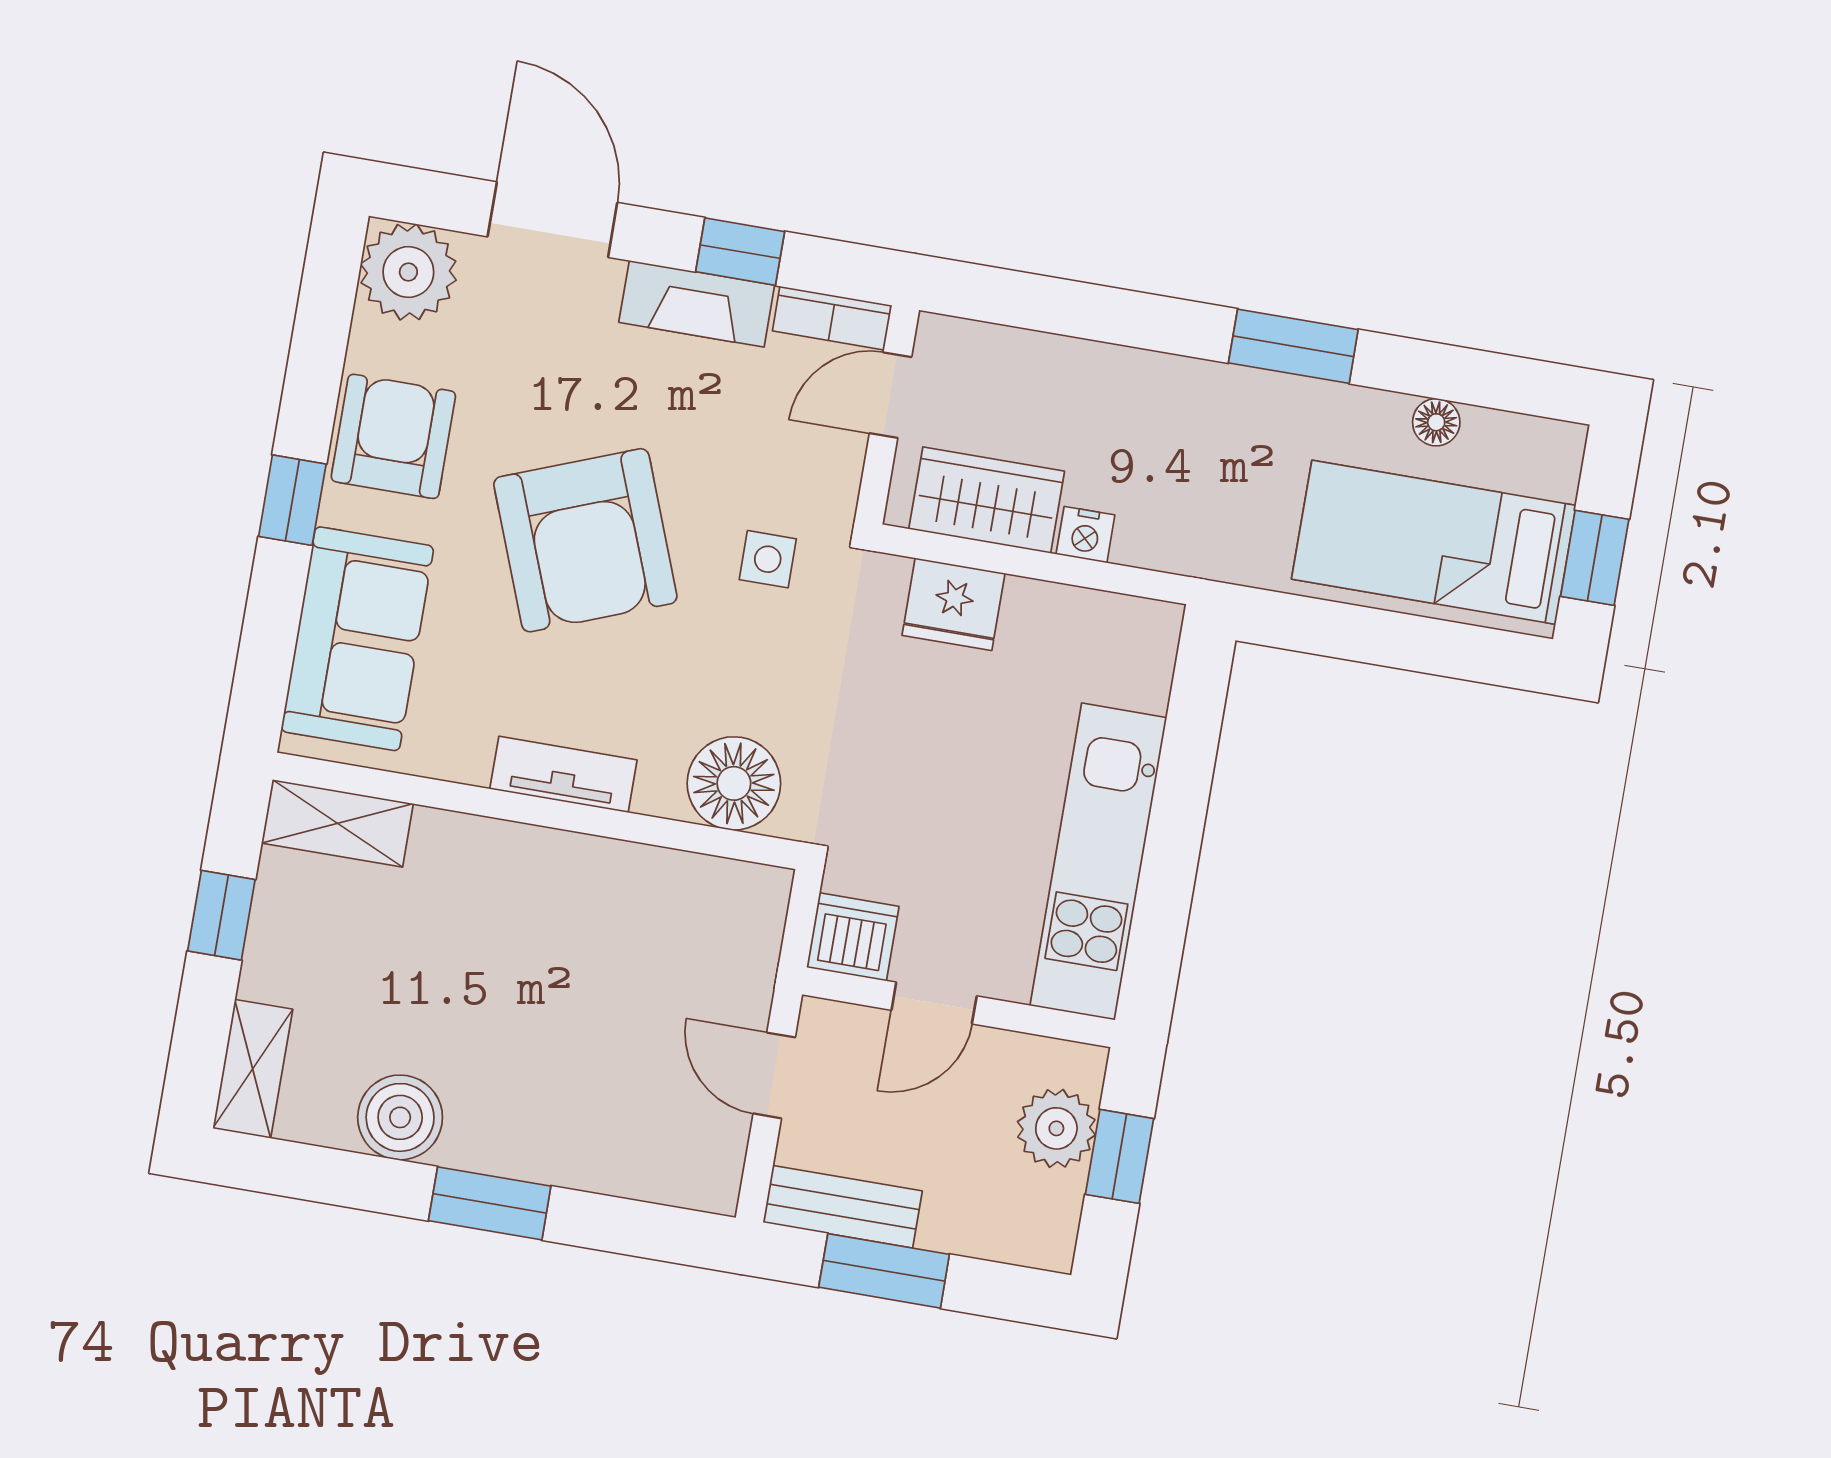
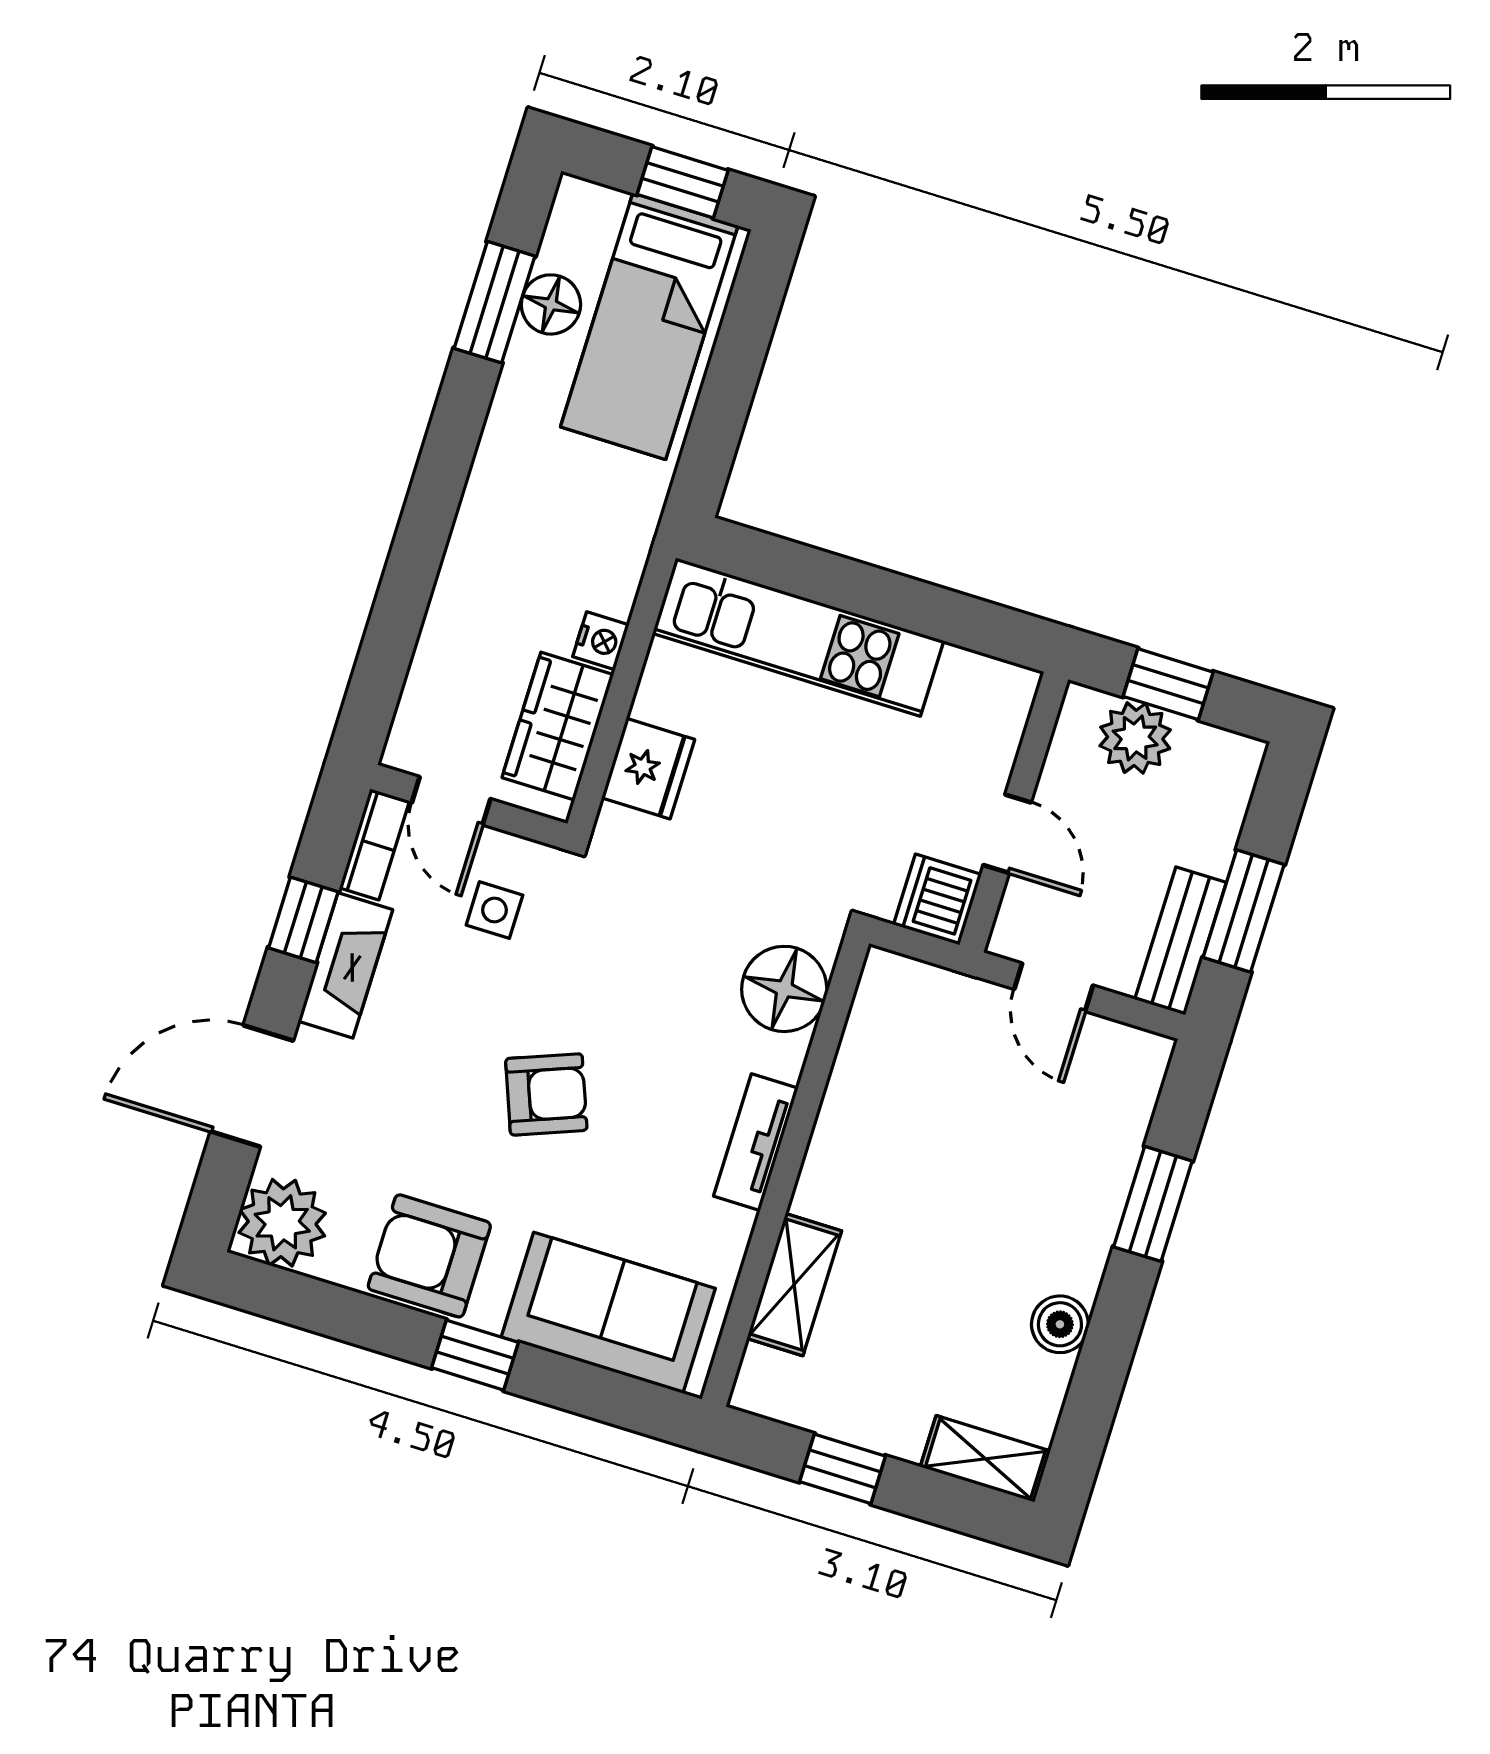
window: (1293, 346) -> (494, 302), moved
floor lamp: (1436, 422) -> (551, 304), width x1.37, depth x1.37
armchair: (585, 540) -> (546, 1094), width x0.53, depth x0.53
side table: (768, 559) -> (494, 910), moved
shelving: (337, 823) -> (794, 1285), moved
kitchen unit: (1098, 862) -> (798, 637), moved
door: (774, 1075) -> (1054, 987), hinge flipped
boiler: (400, 1117) -> (1060, 1324), width x0.73, depth x0.73
window: (490, 1203) -> (1153, 1204), moved

